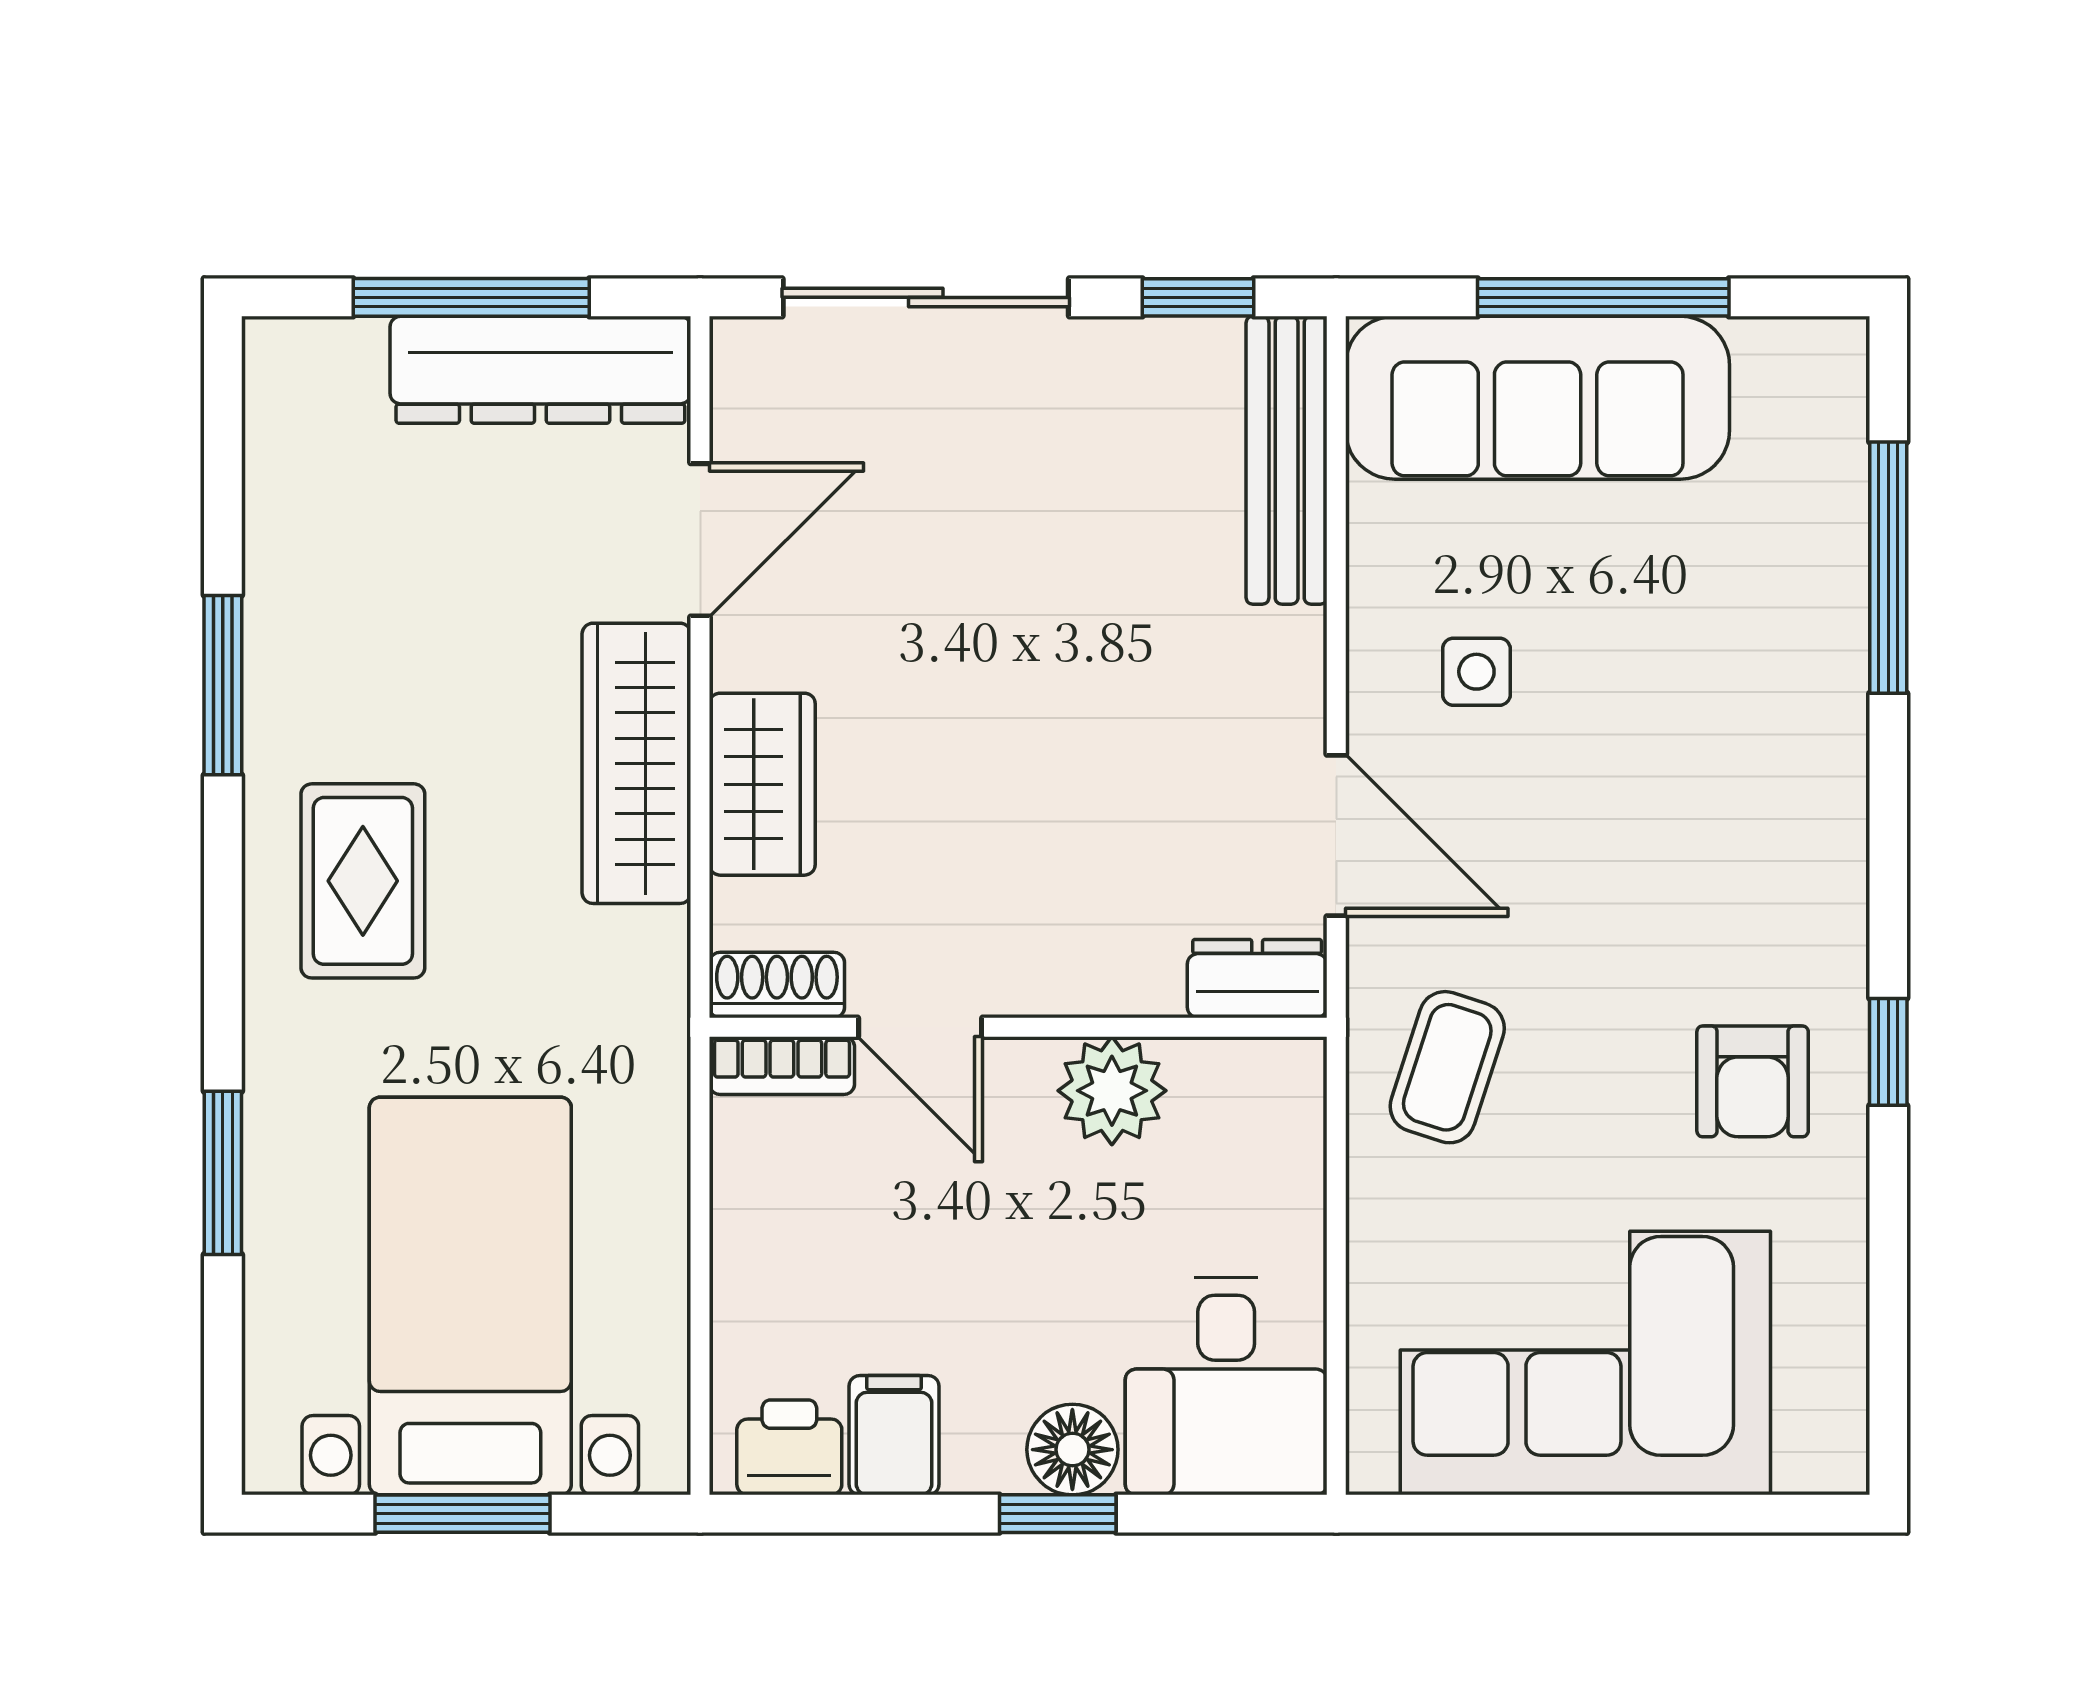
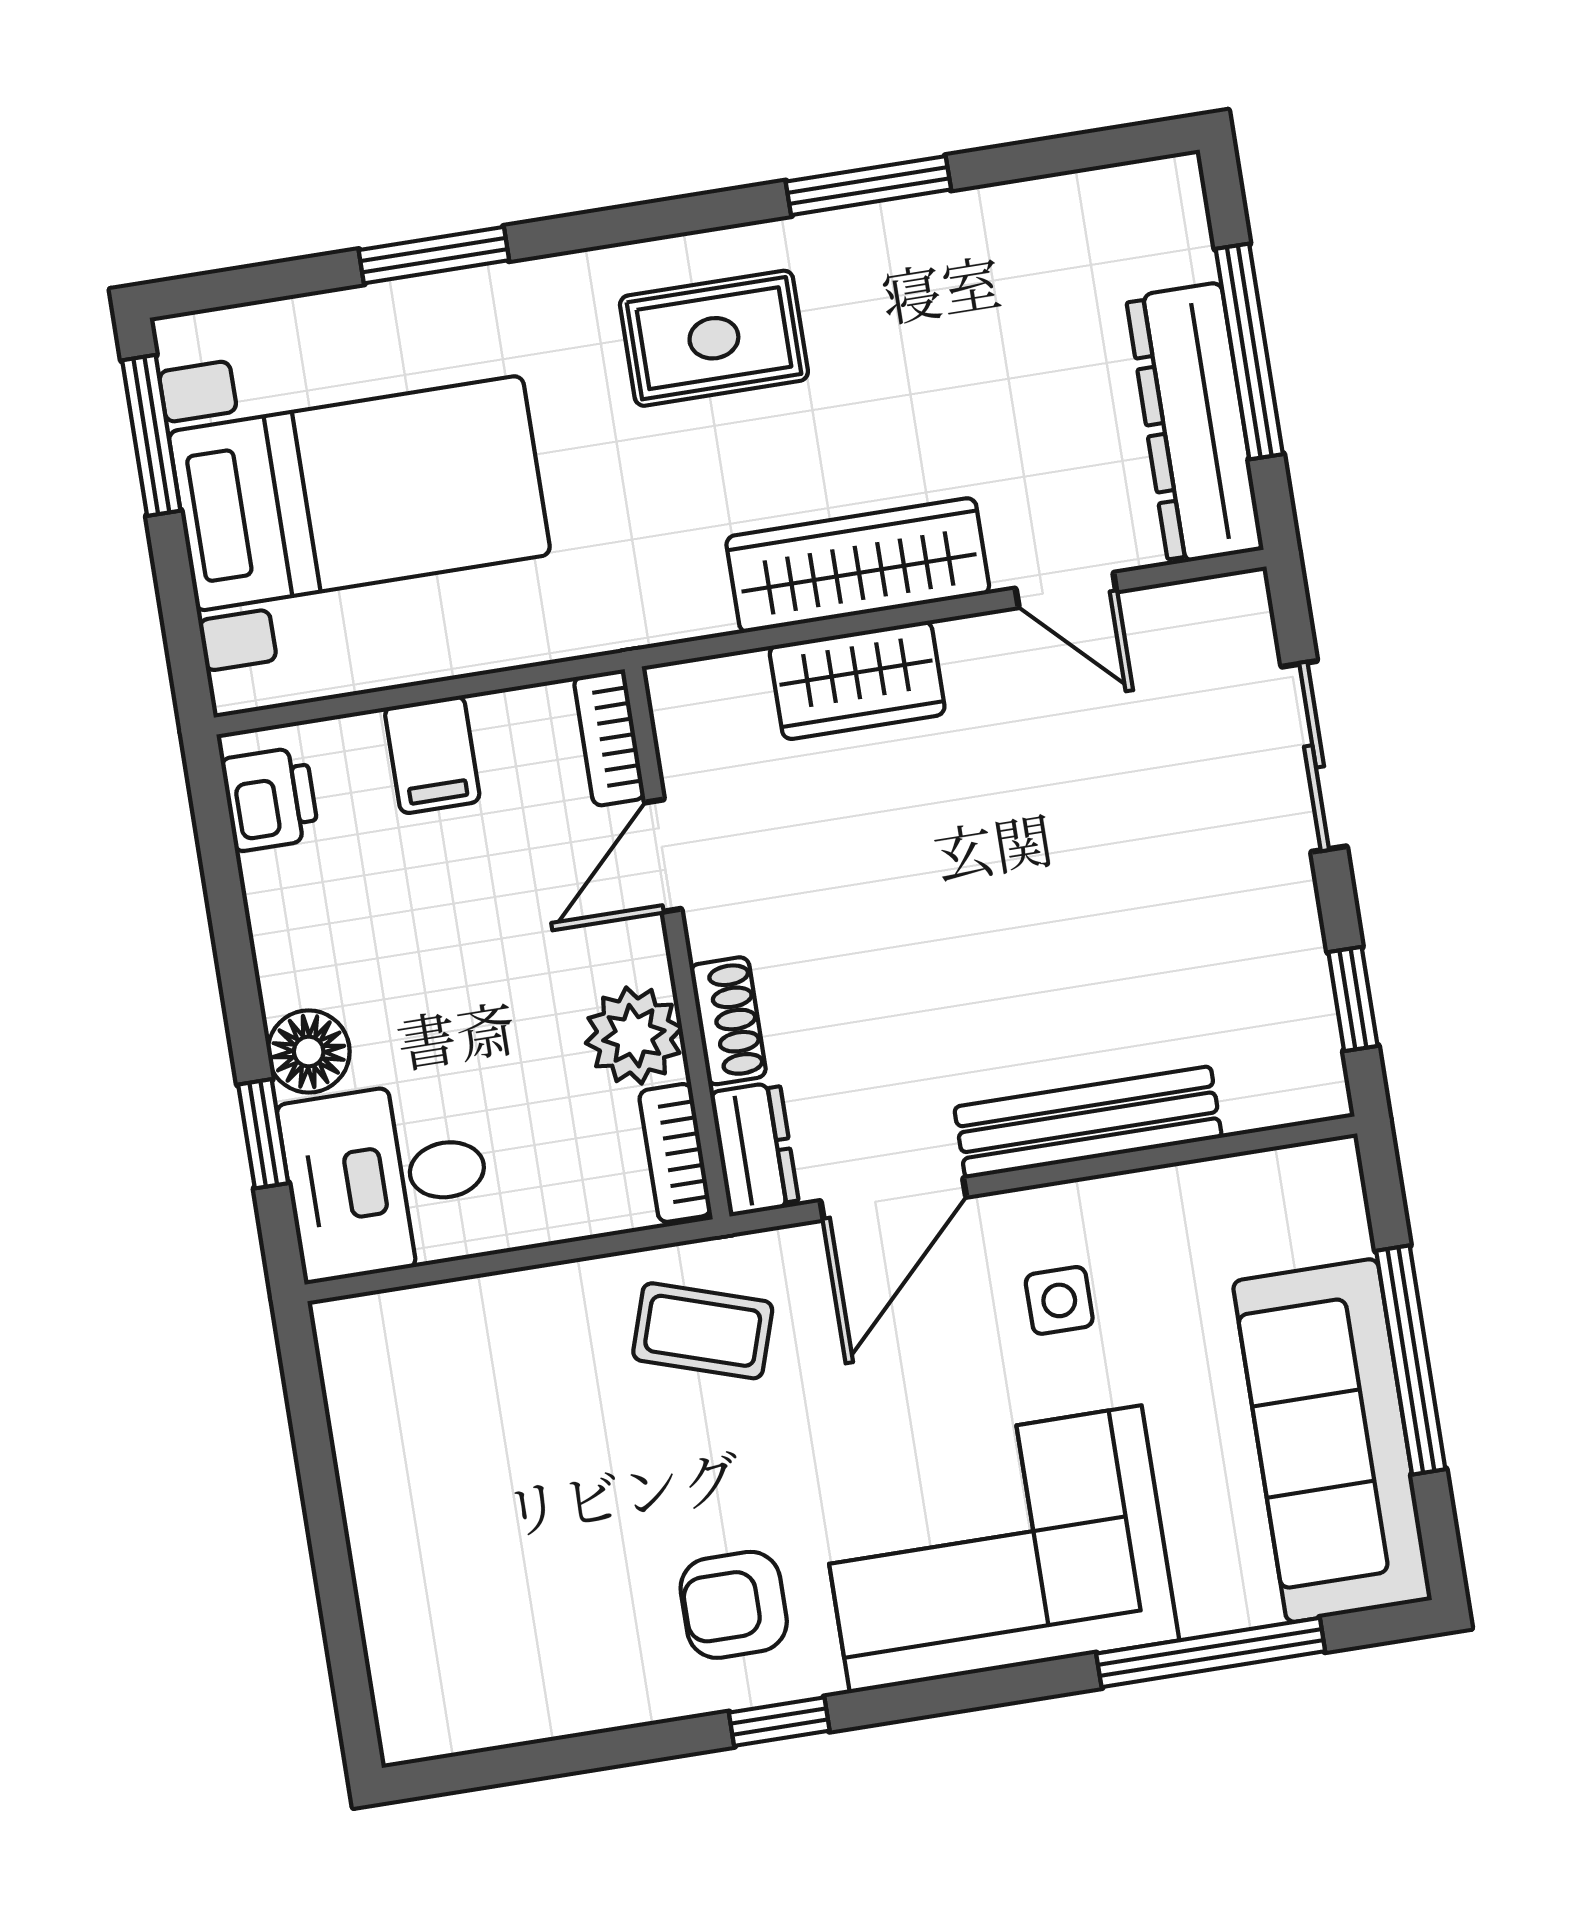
sliding door: (926, 297) -> (1314, 756), width x0.73
sofa: (1538, 398) -> (1332, 1441), moved
bench: (1287, 460) -> (1088, 1122), moved
door: (700, 540) -> (1066, 590), width x0.73
shoe rack: (777, 985) -> (728, 1021), moved
bookcase: (1248, 1066) -> (675, 1153), added
corner sofa: (1585, 1363) -> (996, 1549), moved, turned -90
filing cabinet: (894, 1435) -> (432, 755), moved, turned 90
window: (462, 1514) -> (151, 435), moved
window: (1058, 1514) -> (263, 1134), moved

